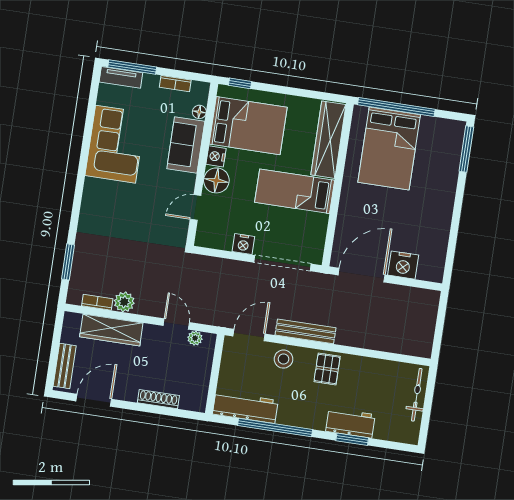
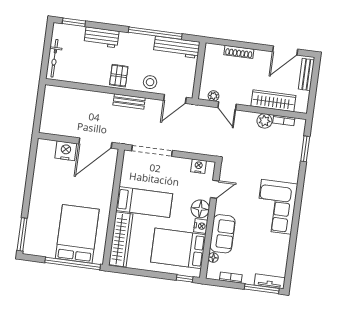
corner sofa: (115, 144) -> (276, 207), moved
nightstand: (243, 244) -> (199, 166), moved
bench: (306, 331) -> (129, 101), width x0.73
window: (352, 439) -> (74, 22), moved

